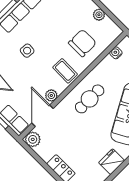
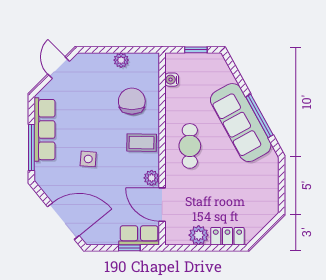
plant: (33, 139) -> (199, 235), moved
fridge: (112, 162) -> (268, 183), removed

